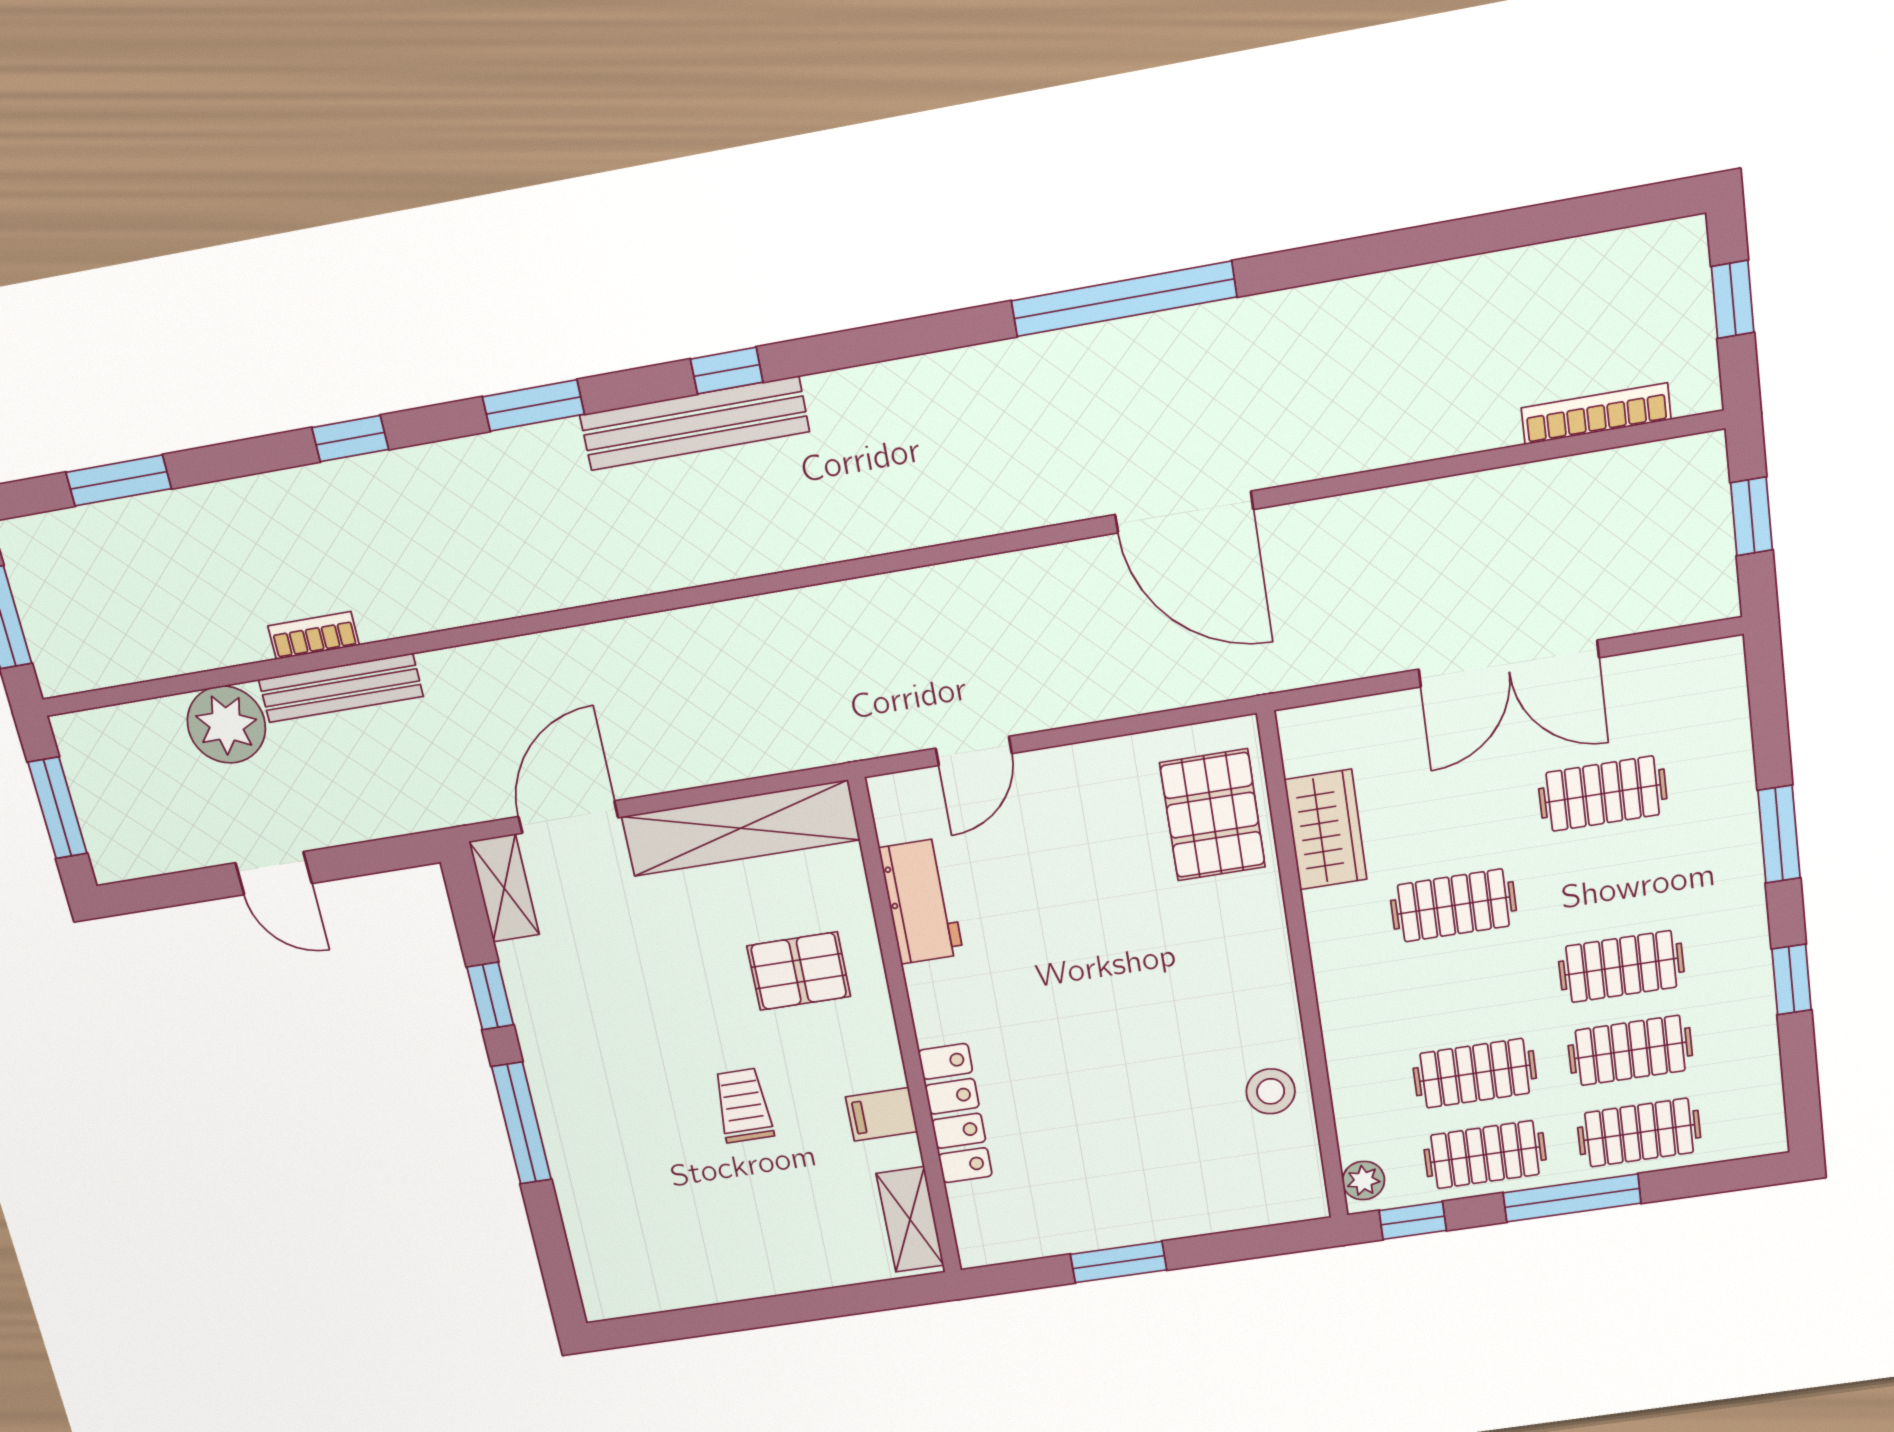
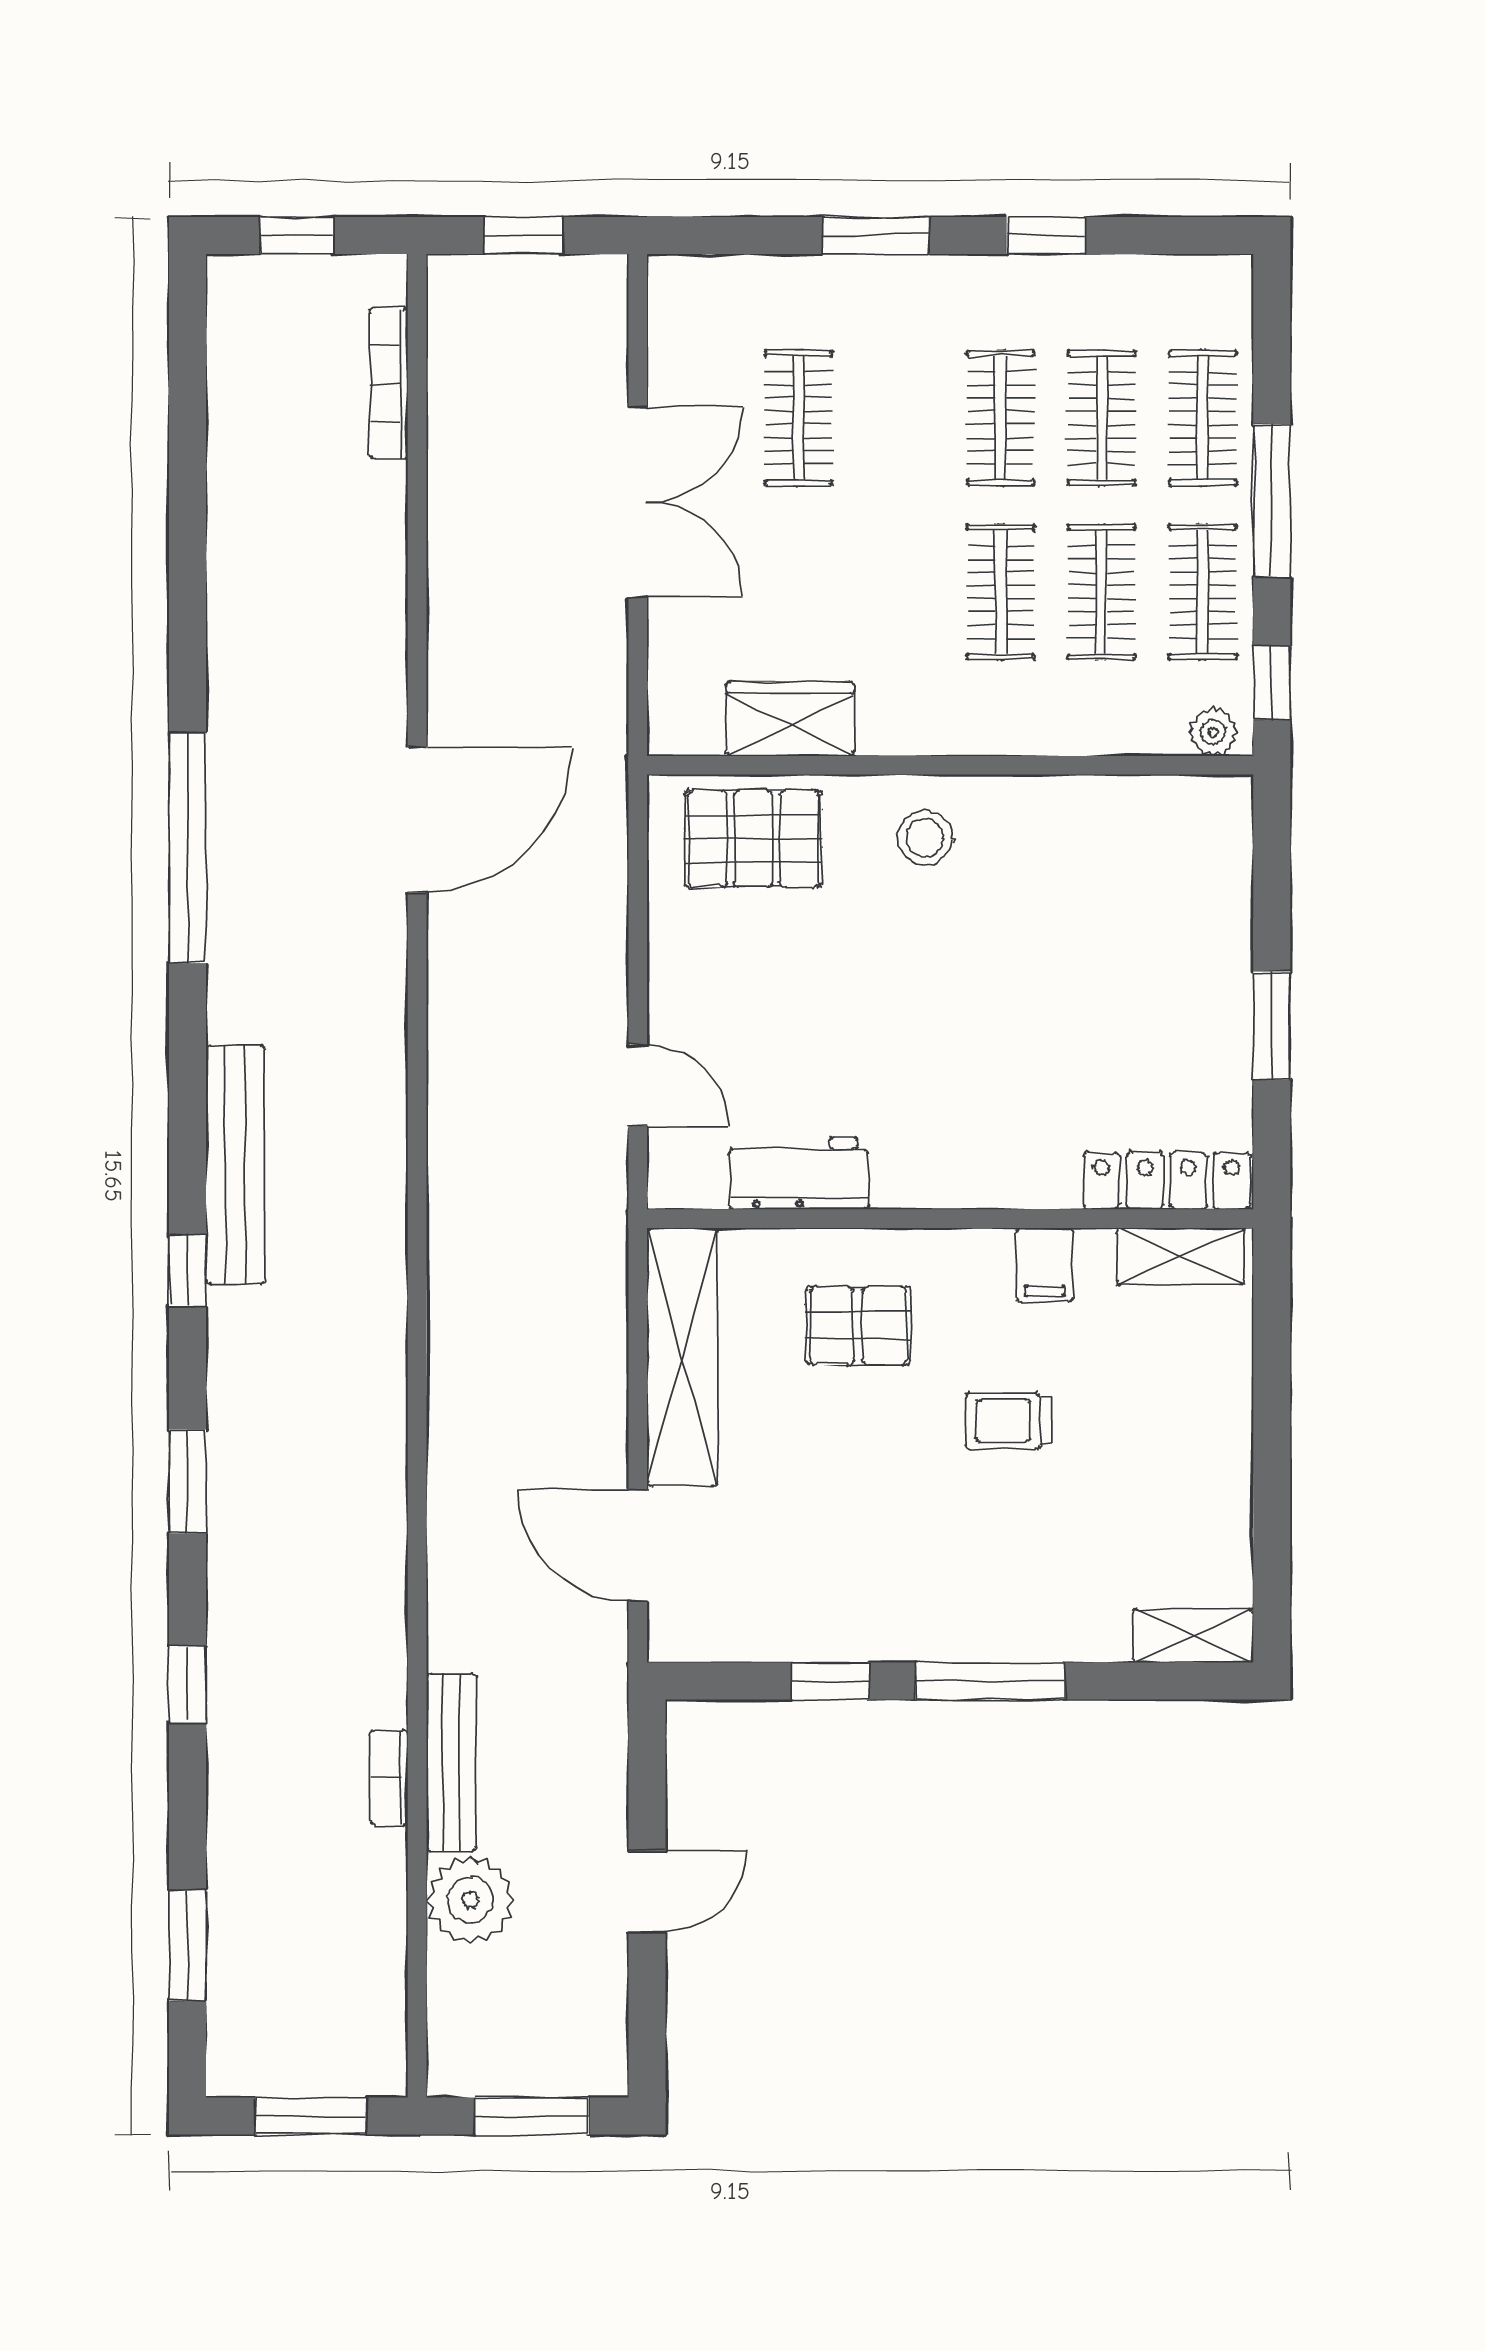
bench: (694, 423) -> (236, 1165), moved
shelving: (504, 888) -> (1193, 1636), moved
clothes rail: (1453, 905) -> (1001, 592), moved
pallet: (799, 971) -> (858, 1326), turned 90
stool: (1271, 1091) -> (925, 838), moved
locker: (955, 1114) -> (1167, 1181), moved

